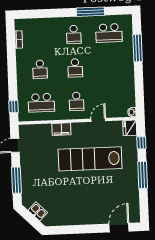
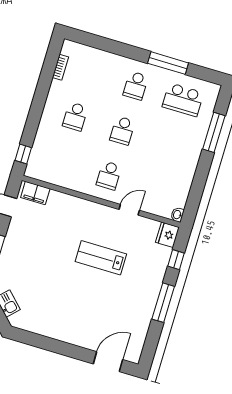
school desk: (41, 103) -> (62, 161), removed
filing cabinet: (61, 129) -> (35, 193), moved
lab bench: (90, 159) -> (101, 258), width x0.54, depth x0.72

